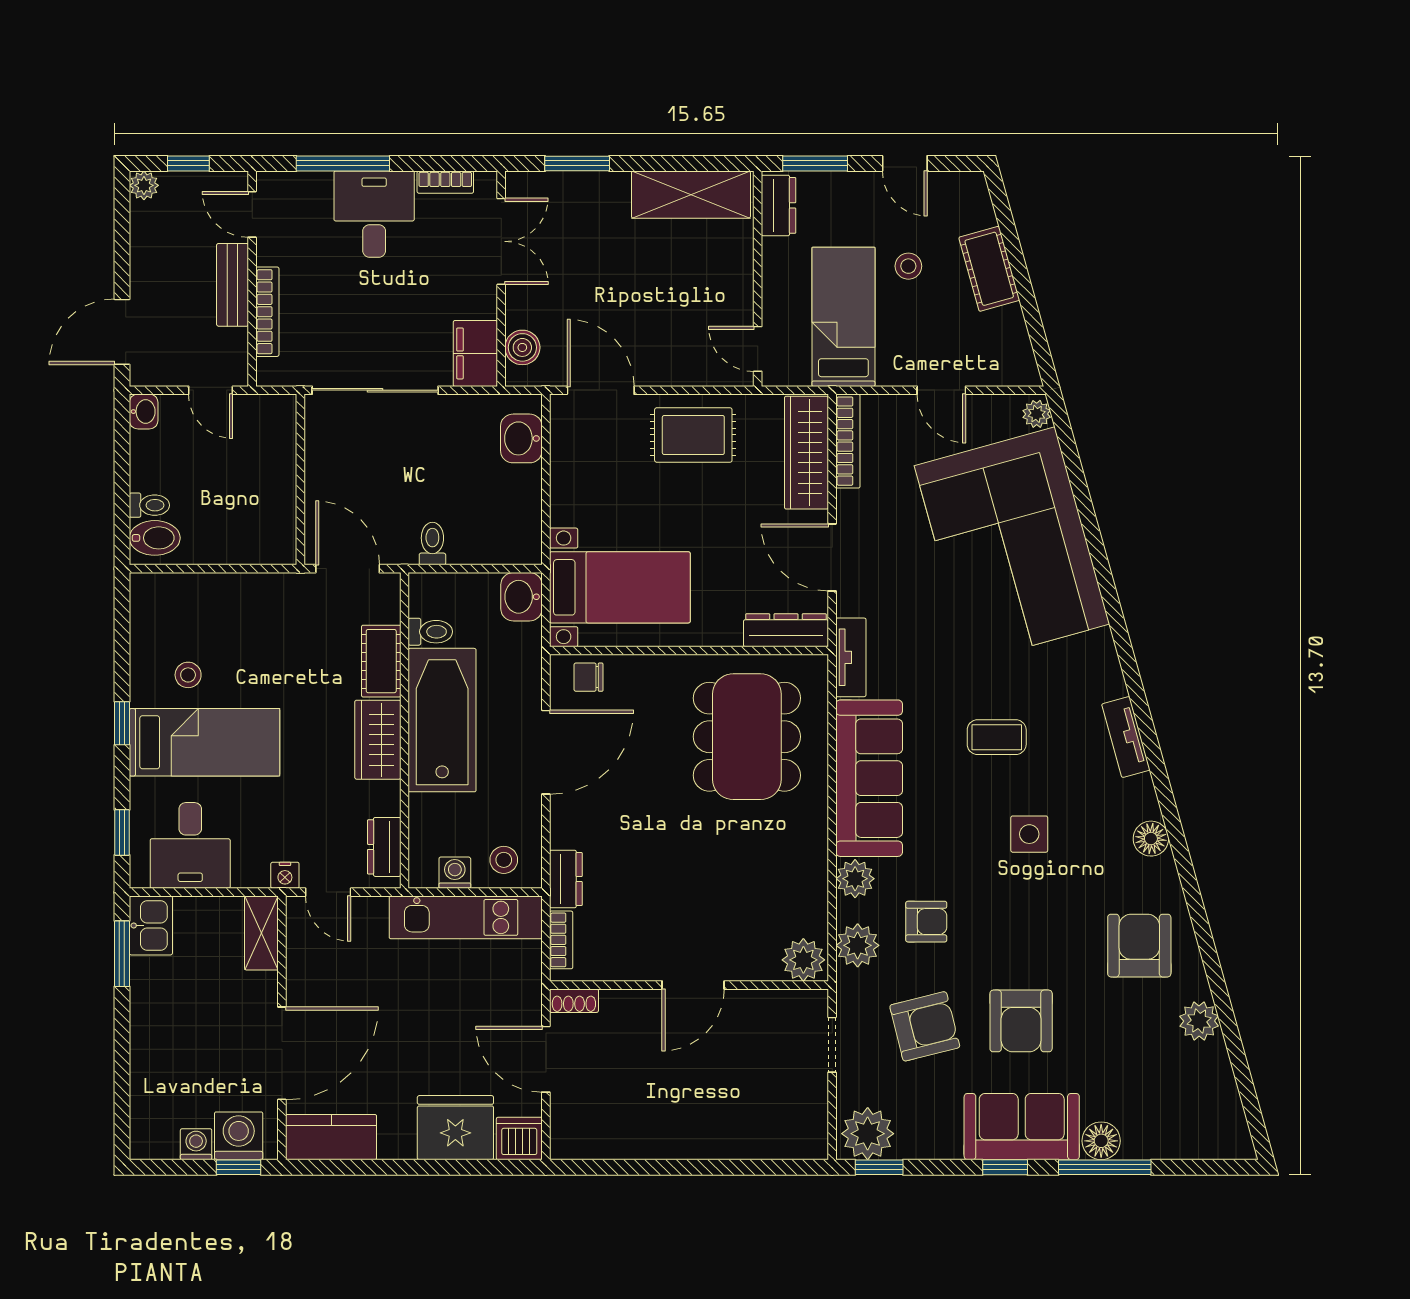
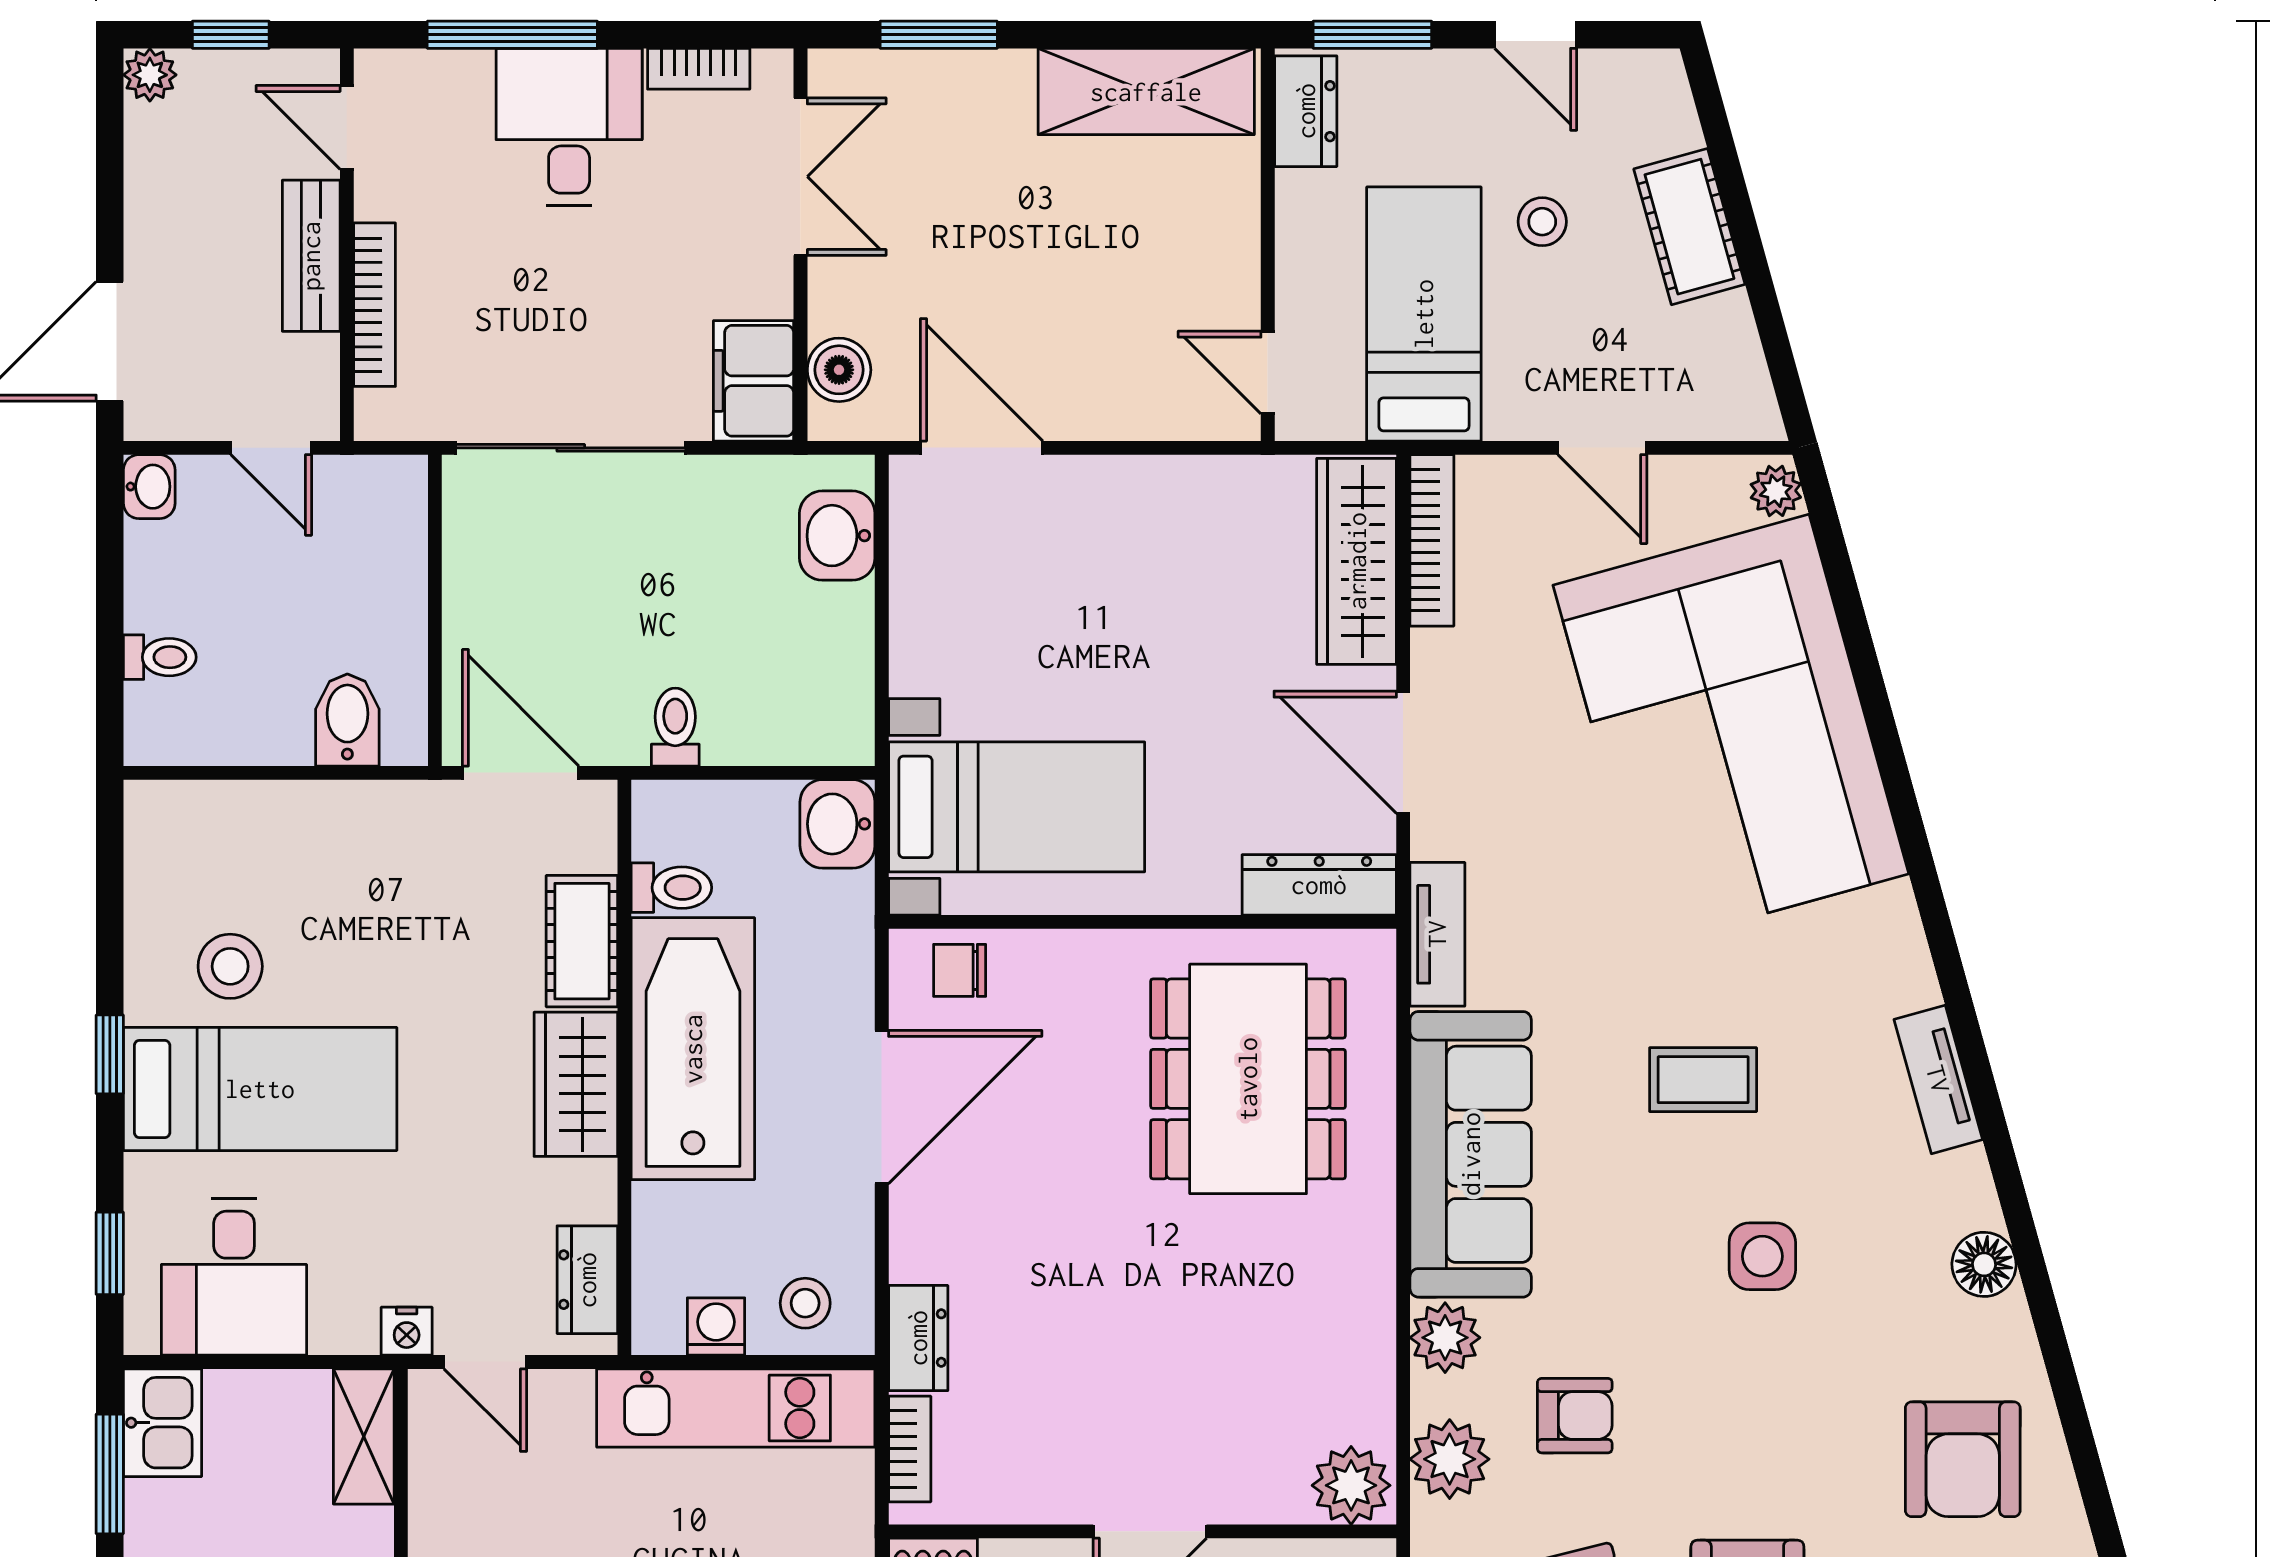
rug: (693, 435) -> (1150, 529), removed
bidet: (155, 538) -> (347, 720), moved, turned -90
stool: (188, 675) -> (230, 966), width x1.37, depth x1.37
armchair: (1139, 946) -> (1963, 1459), turned 180

